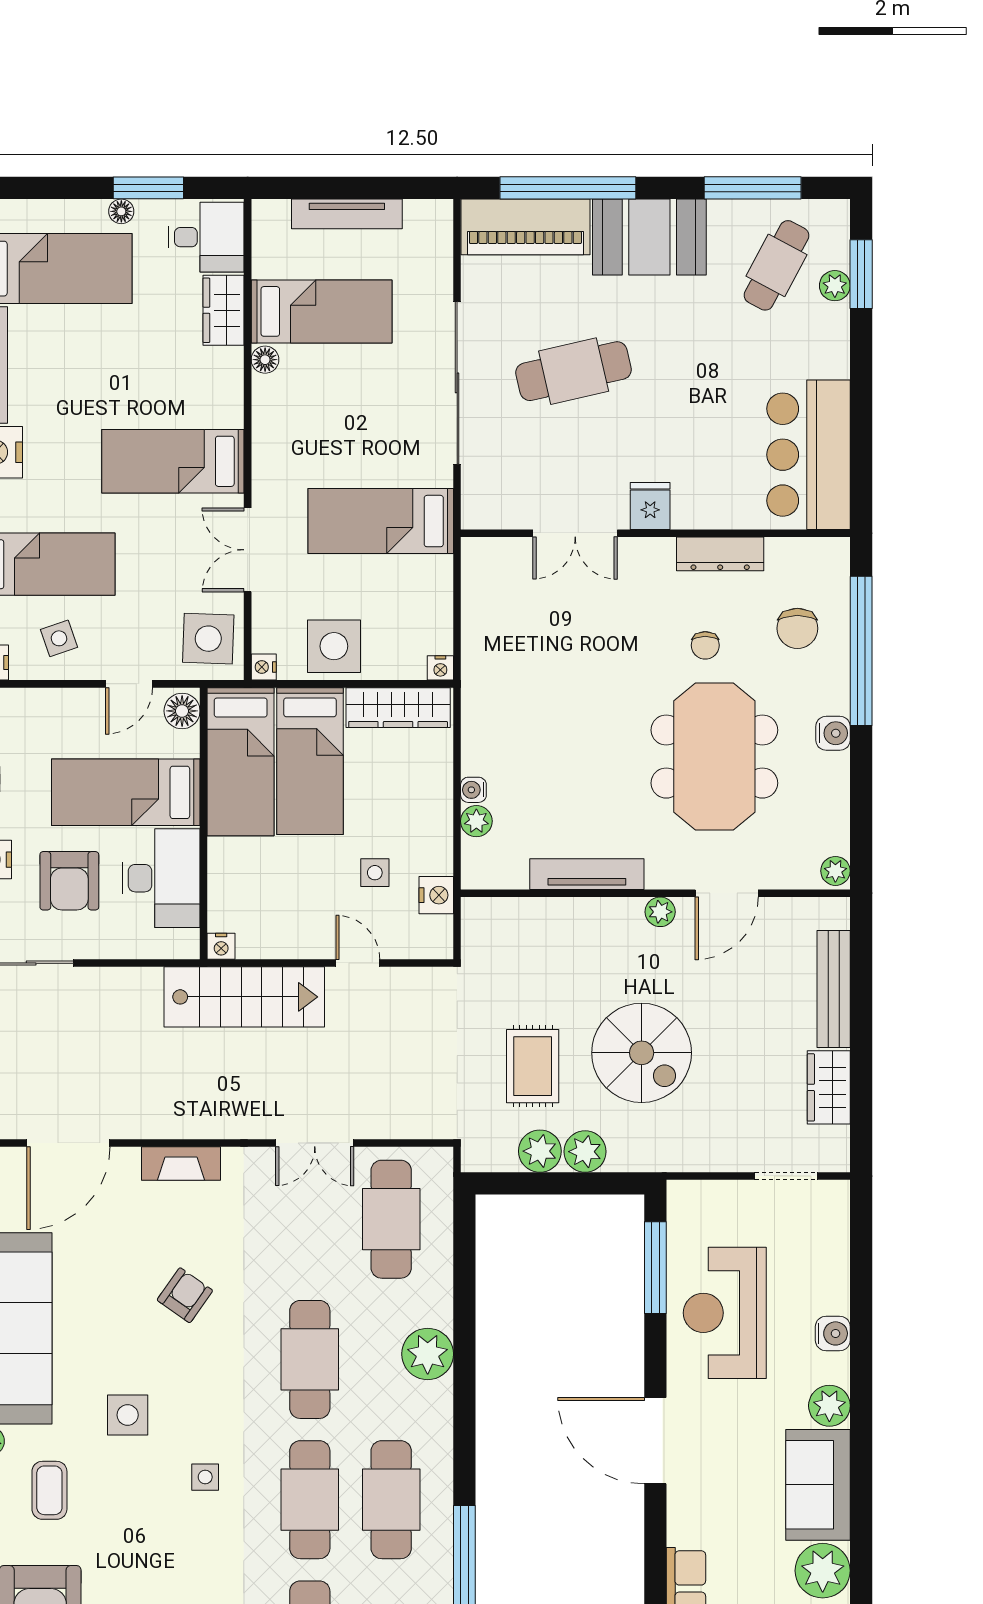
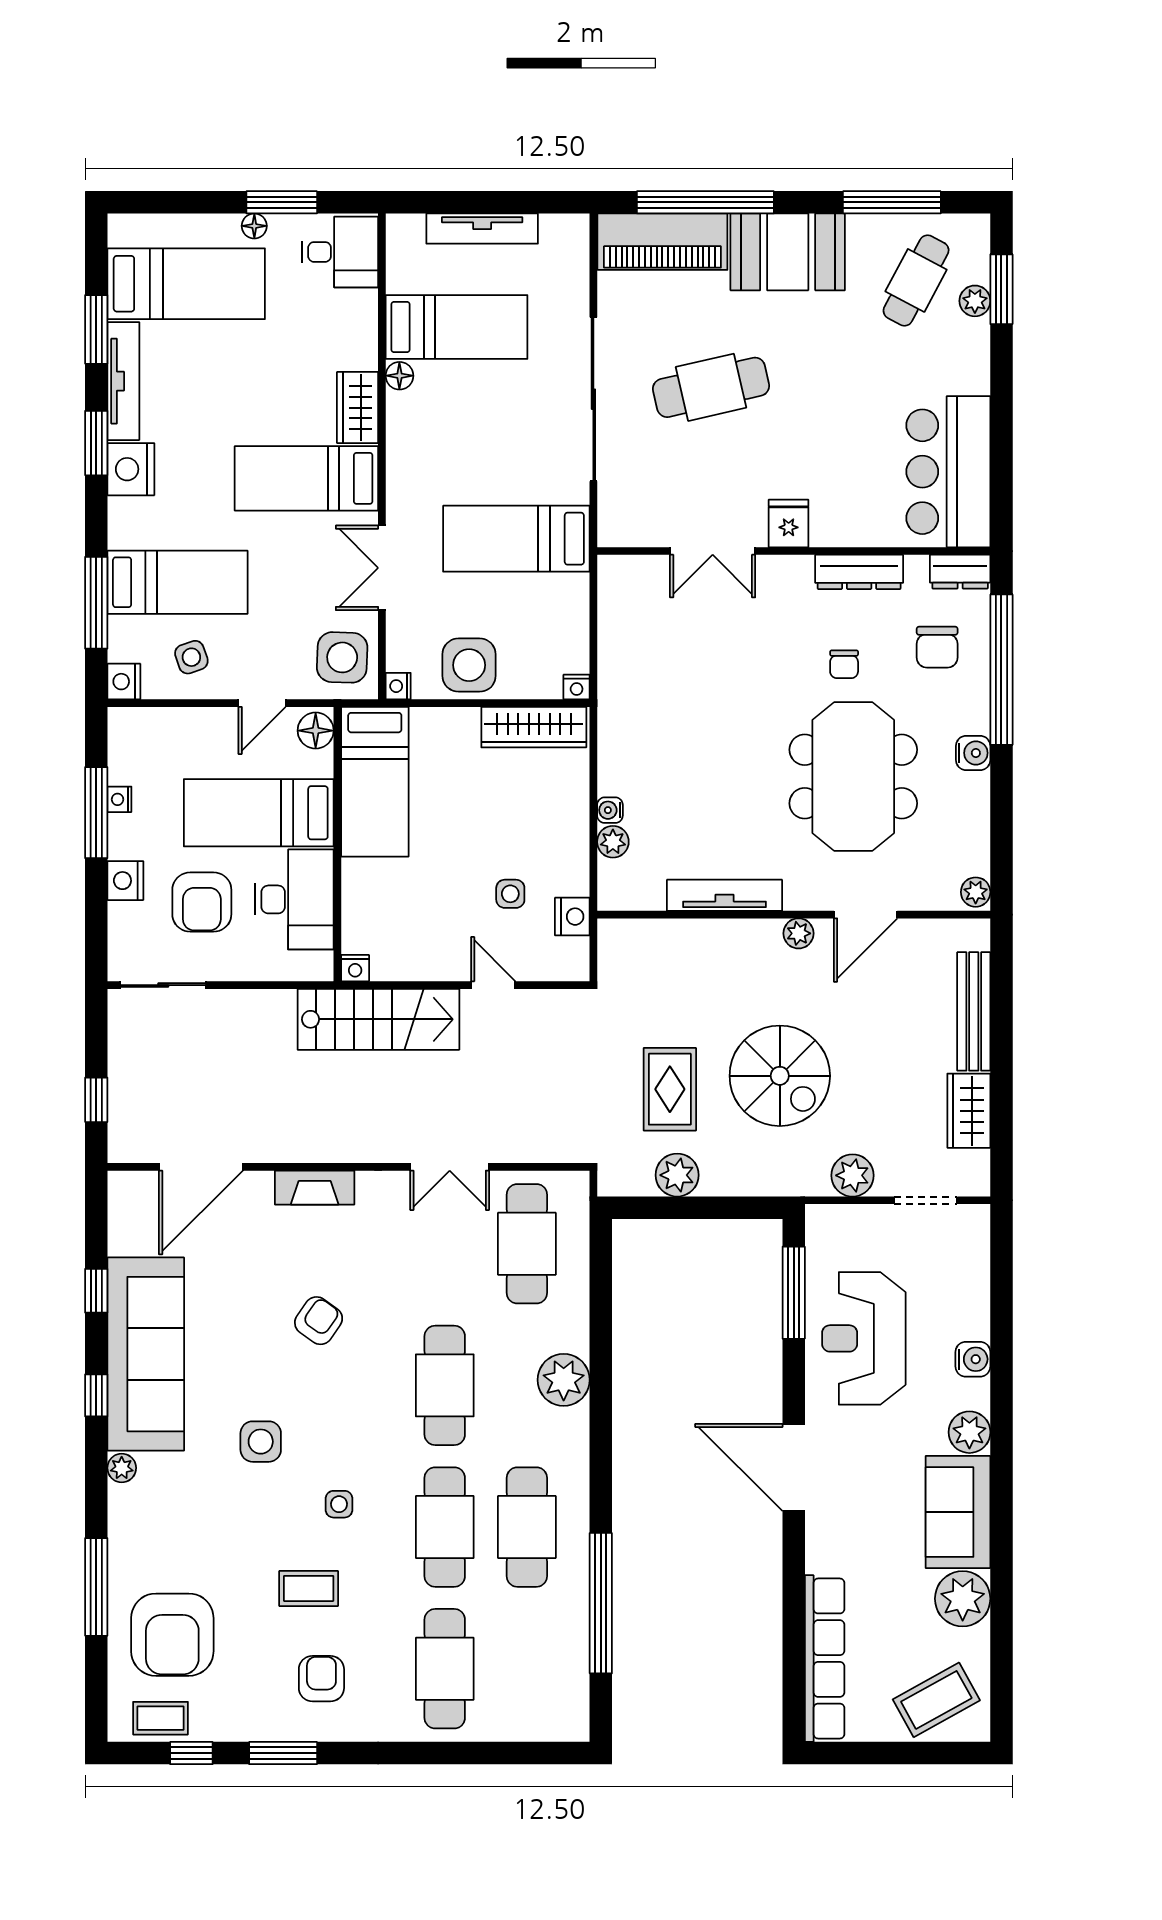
wardrobe: (224, 310) -> (358, 408), moved
dresser: (820, 554) -> (960, 572), added
bed: (310, 761) -> (445, 781), removed
plant: (585, 1152) -> (852, 1175), moved
coffee table: (49, 1490) -> (309, 1588), moved, turned 90

